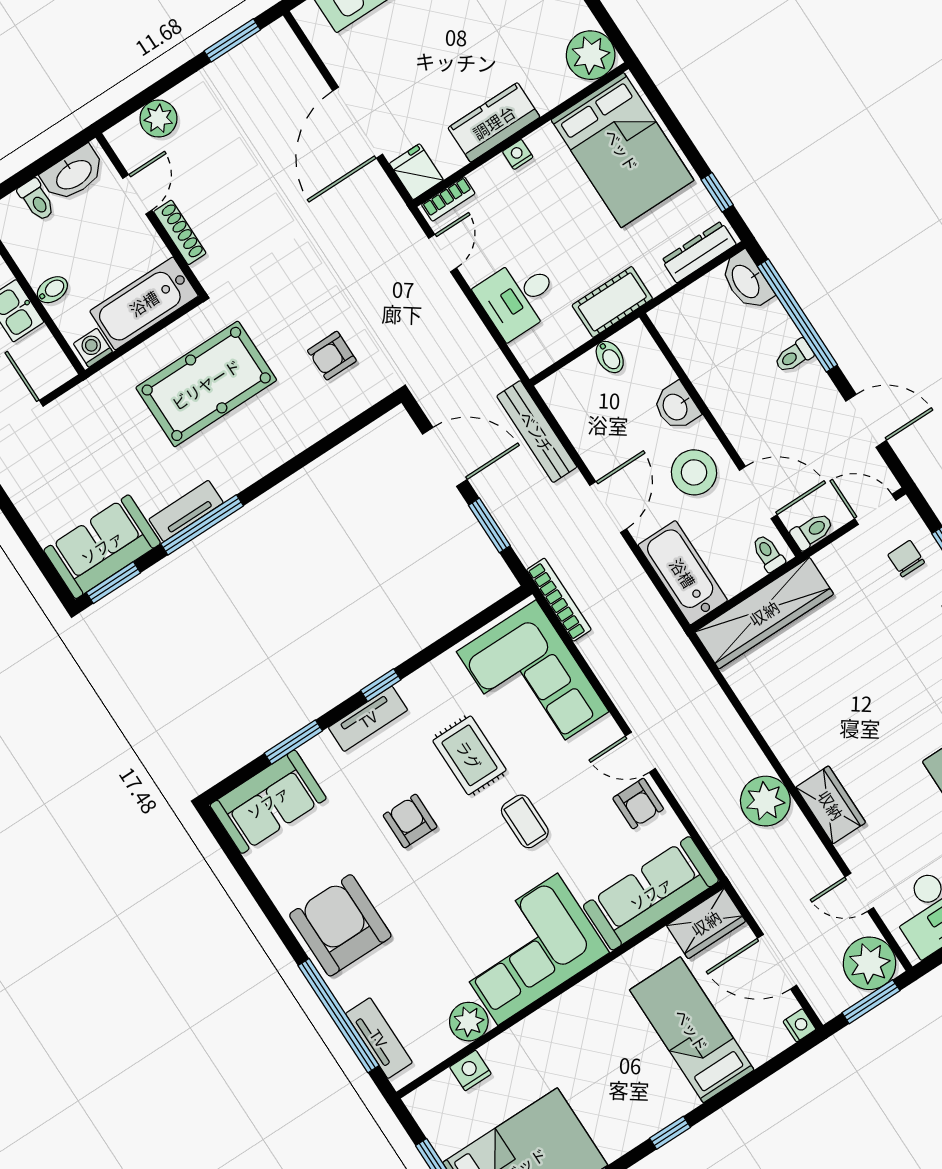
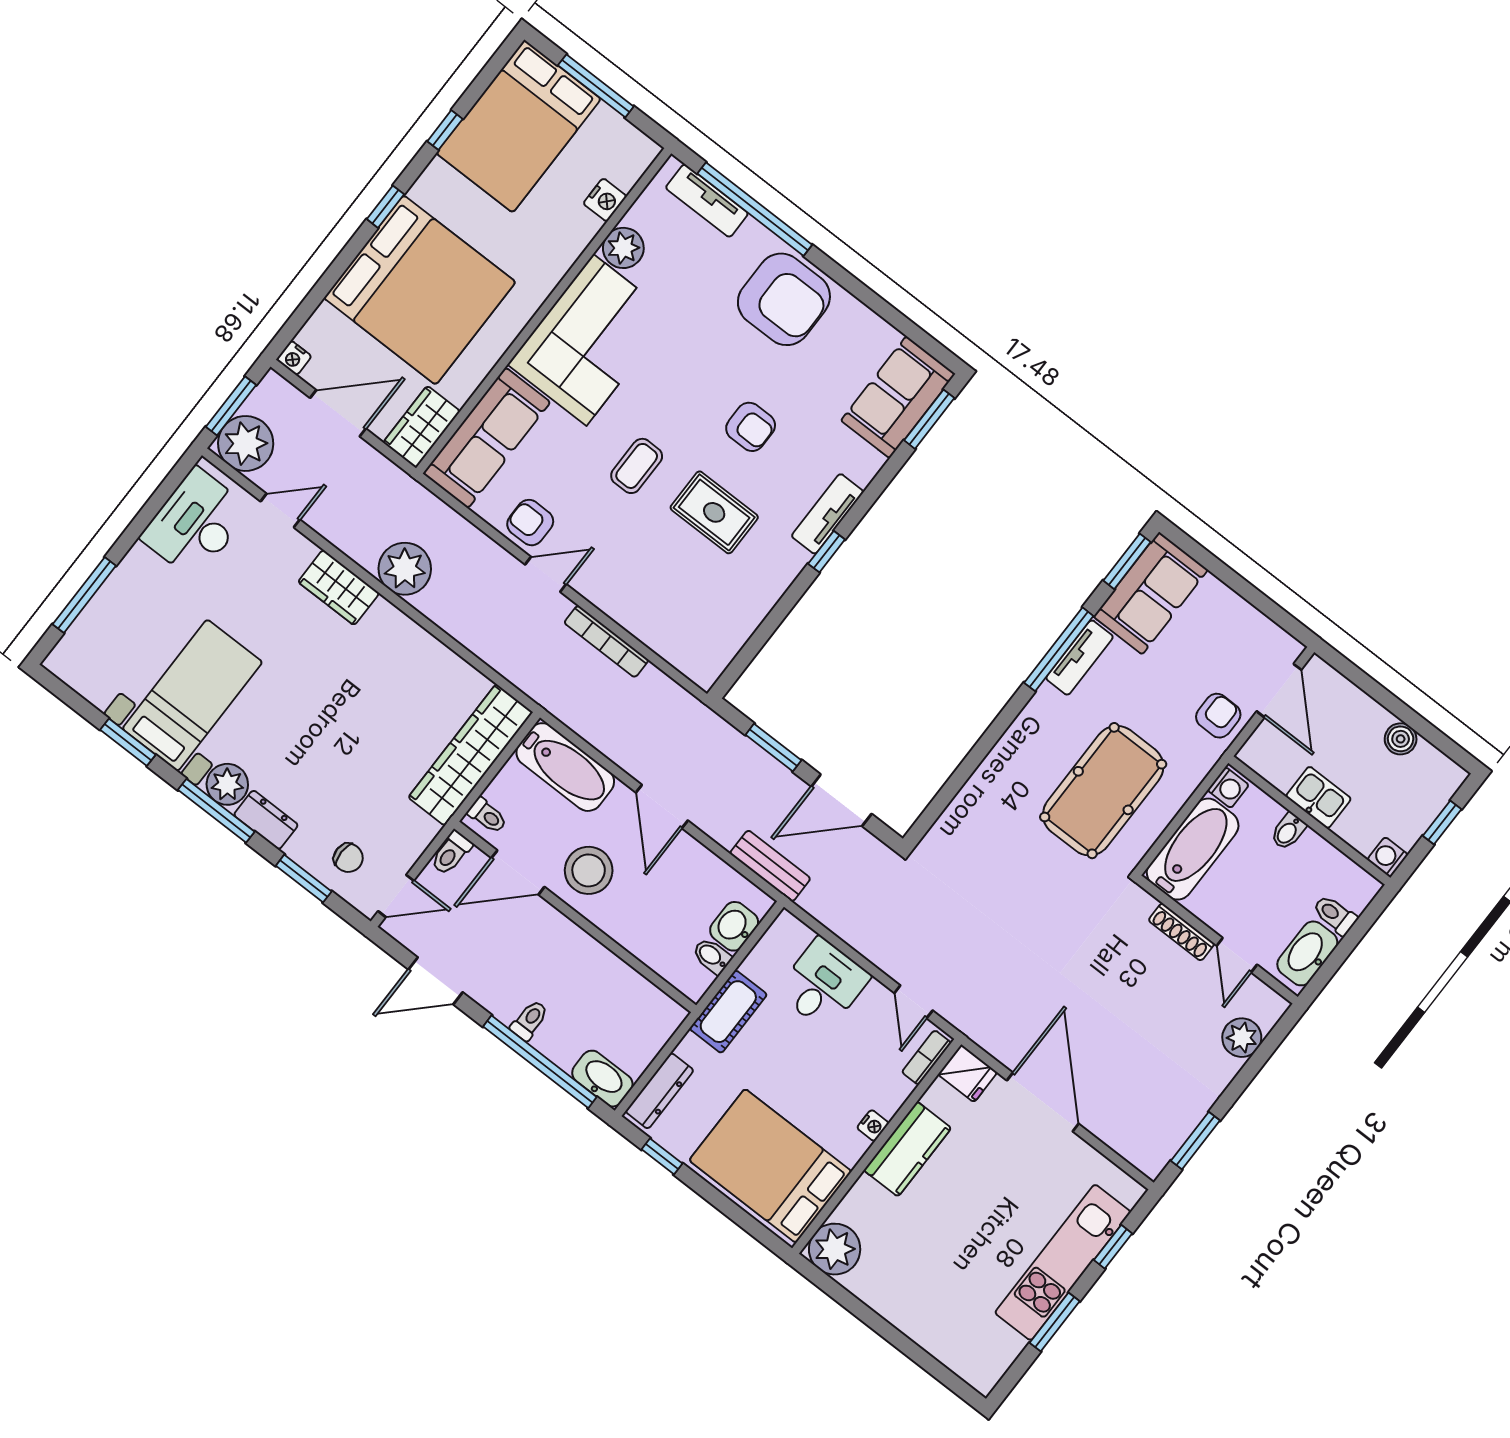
armchair: (332, 356) -> (1218, 716), moved
washbasin: (676, 406) -> (734, 926), moved, turned -90
bench: (537, 432) -> (770, 866), width x0.73
bookcase: (559, 600) -> (606, 641), moved
corner sofa: (533, 682) -> (677, 607), removed
window: (293, 742) -> (929, 419), moved
coffee table: (525, 821) -> (637, 466), turned 90
bed: (692, 1030) -> (420, 290), width x2.04

